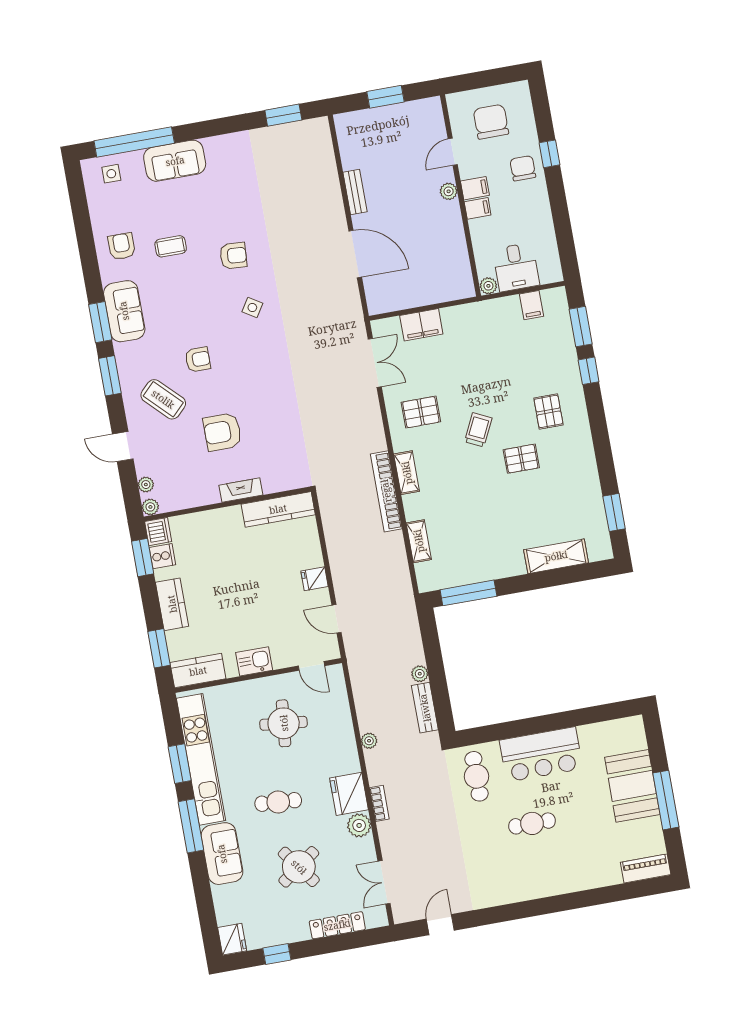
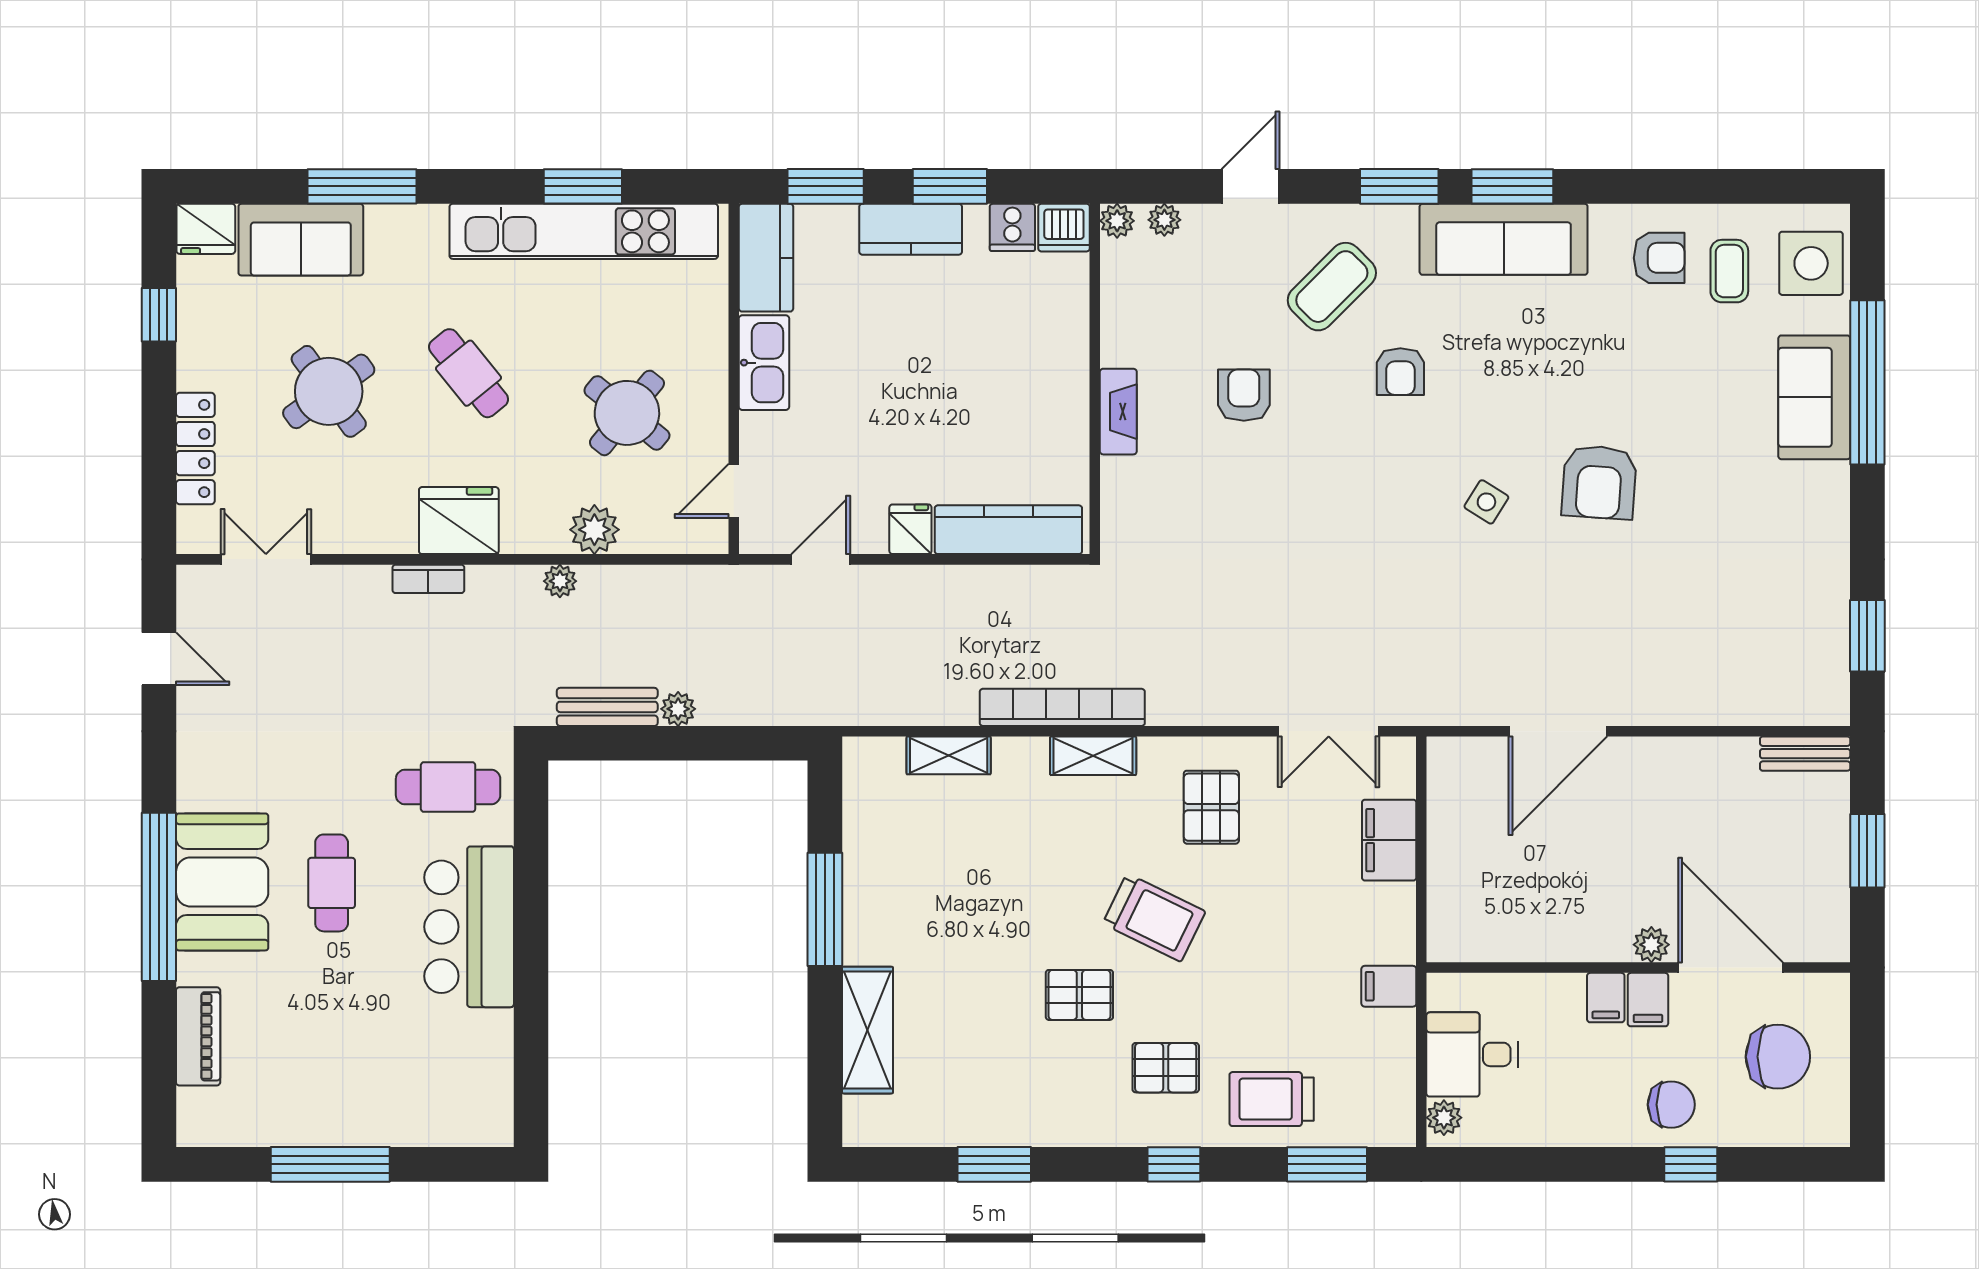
window: (134, 142) -> (1867, 382), moved
door: (453, 152) -> (1730, 968), width x1.88
side table: (111, 174) -> (1811, 263), width x1.87, depth x1.87
bench: (355, 192) -> (1805, 754), moved
coffee table: (171, 246) -> (1729, 271), moved
armchair: (233, 256) -> (1599, 482), width x1.38, depth x1.38
plant: (488, 286) -> (1444, 1118), moved
filing cabinet: (532, 305) -> (1389, 986), moved
sofa: (124, 311) -> (1504, 239), width x1.36
trolley: (554, 359) -> (1272, 1099), added
window: (589, 371) -> (1174, 1164), moved
trolley: (478, 430) -> (1154, 918), width x1.36, depth x1.39
armchair: (222, 432) -> (1244, 395), width x0.72, depth x0.72
pallet: (521, 459) -> (1079, 995), turned 90
kitchen counter: (278, 509) -> (1008, 530), moved, turned 90
window: (614, 512) -> (994, 1164), moved
window: (143, 557) -> (950, 186), moved
window: (468, 593) -> (825, 909), moved
kitchen sink: (254, 661) -> (764, 363), width x1.38
round table: (284, 723) -> (627, 413), turned 33
booth: (632, 786) -> (222, 882), moved, turned 90
cafe table: (278, 802) -> (469, 373), turned -43
plant: (359, 825) -> (594, 530), moved
window: (191, 826) -> (362, 186), moved
sofa: (222, 854) -> (301, 240), moved
piano: (646, 868) -> (198, 1036), moved
window: (553, 904) -> (159, 897), added

